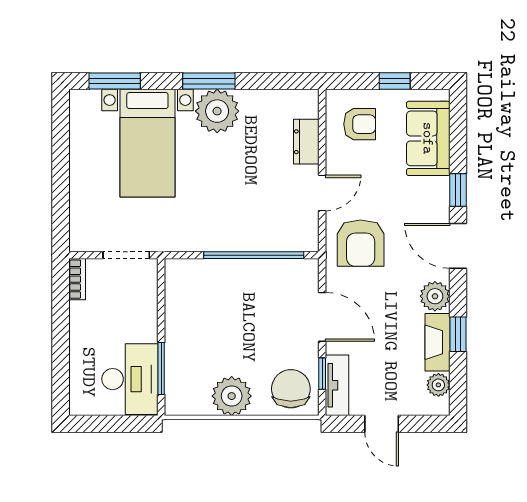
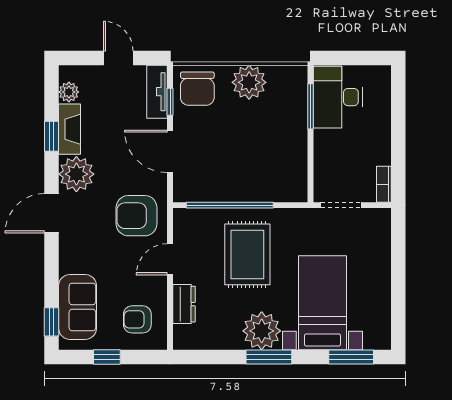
window: (458, 190) -> (52, 322), moved
rug: (234, 199) -> (247, 254), added
armchair: (361, 243) -> (137, 216), turned -90
door: (458, 246) -> (52, 213), swing flipped
plant: (435, 296) -> (76, 174), width x1.36, depth x1.36

